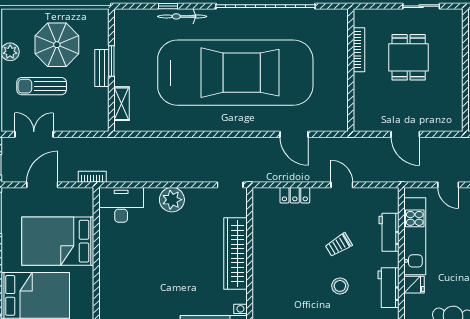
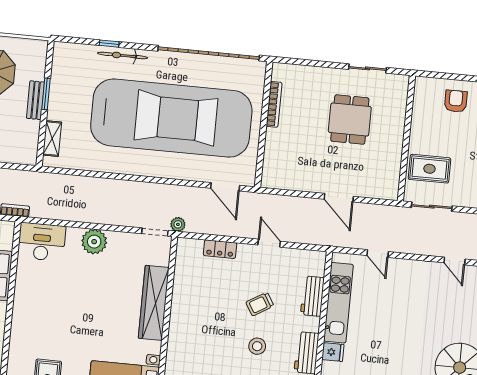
bookcase: (359, 50) -> (274, 104), moved
wall: (351, 70) -> (264, 124), moved
plant: (252, 175) -> (178, 224), added

